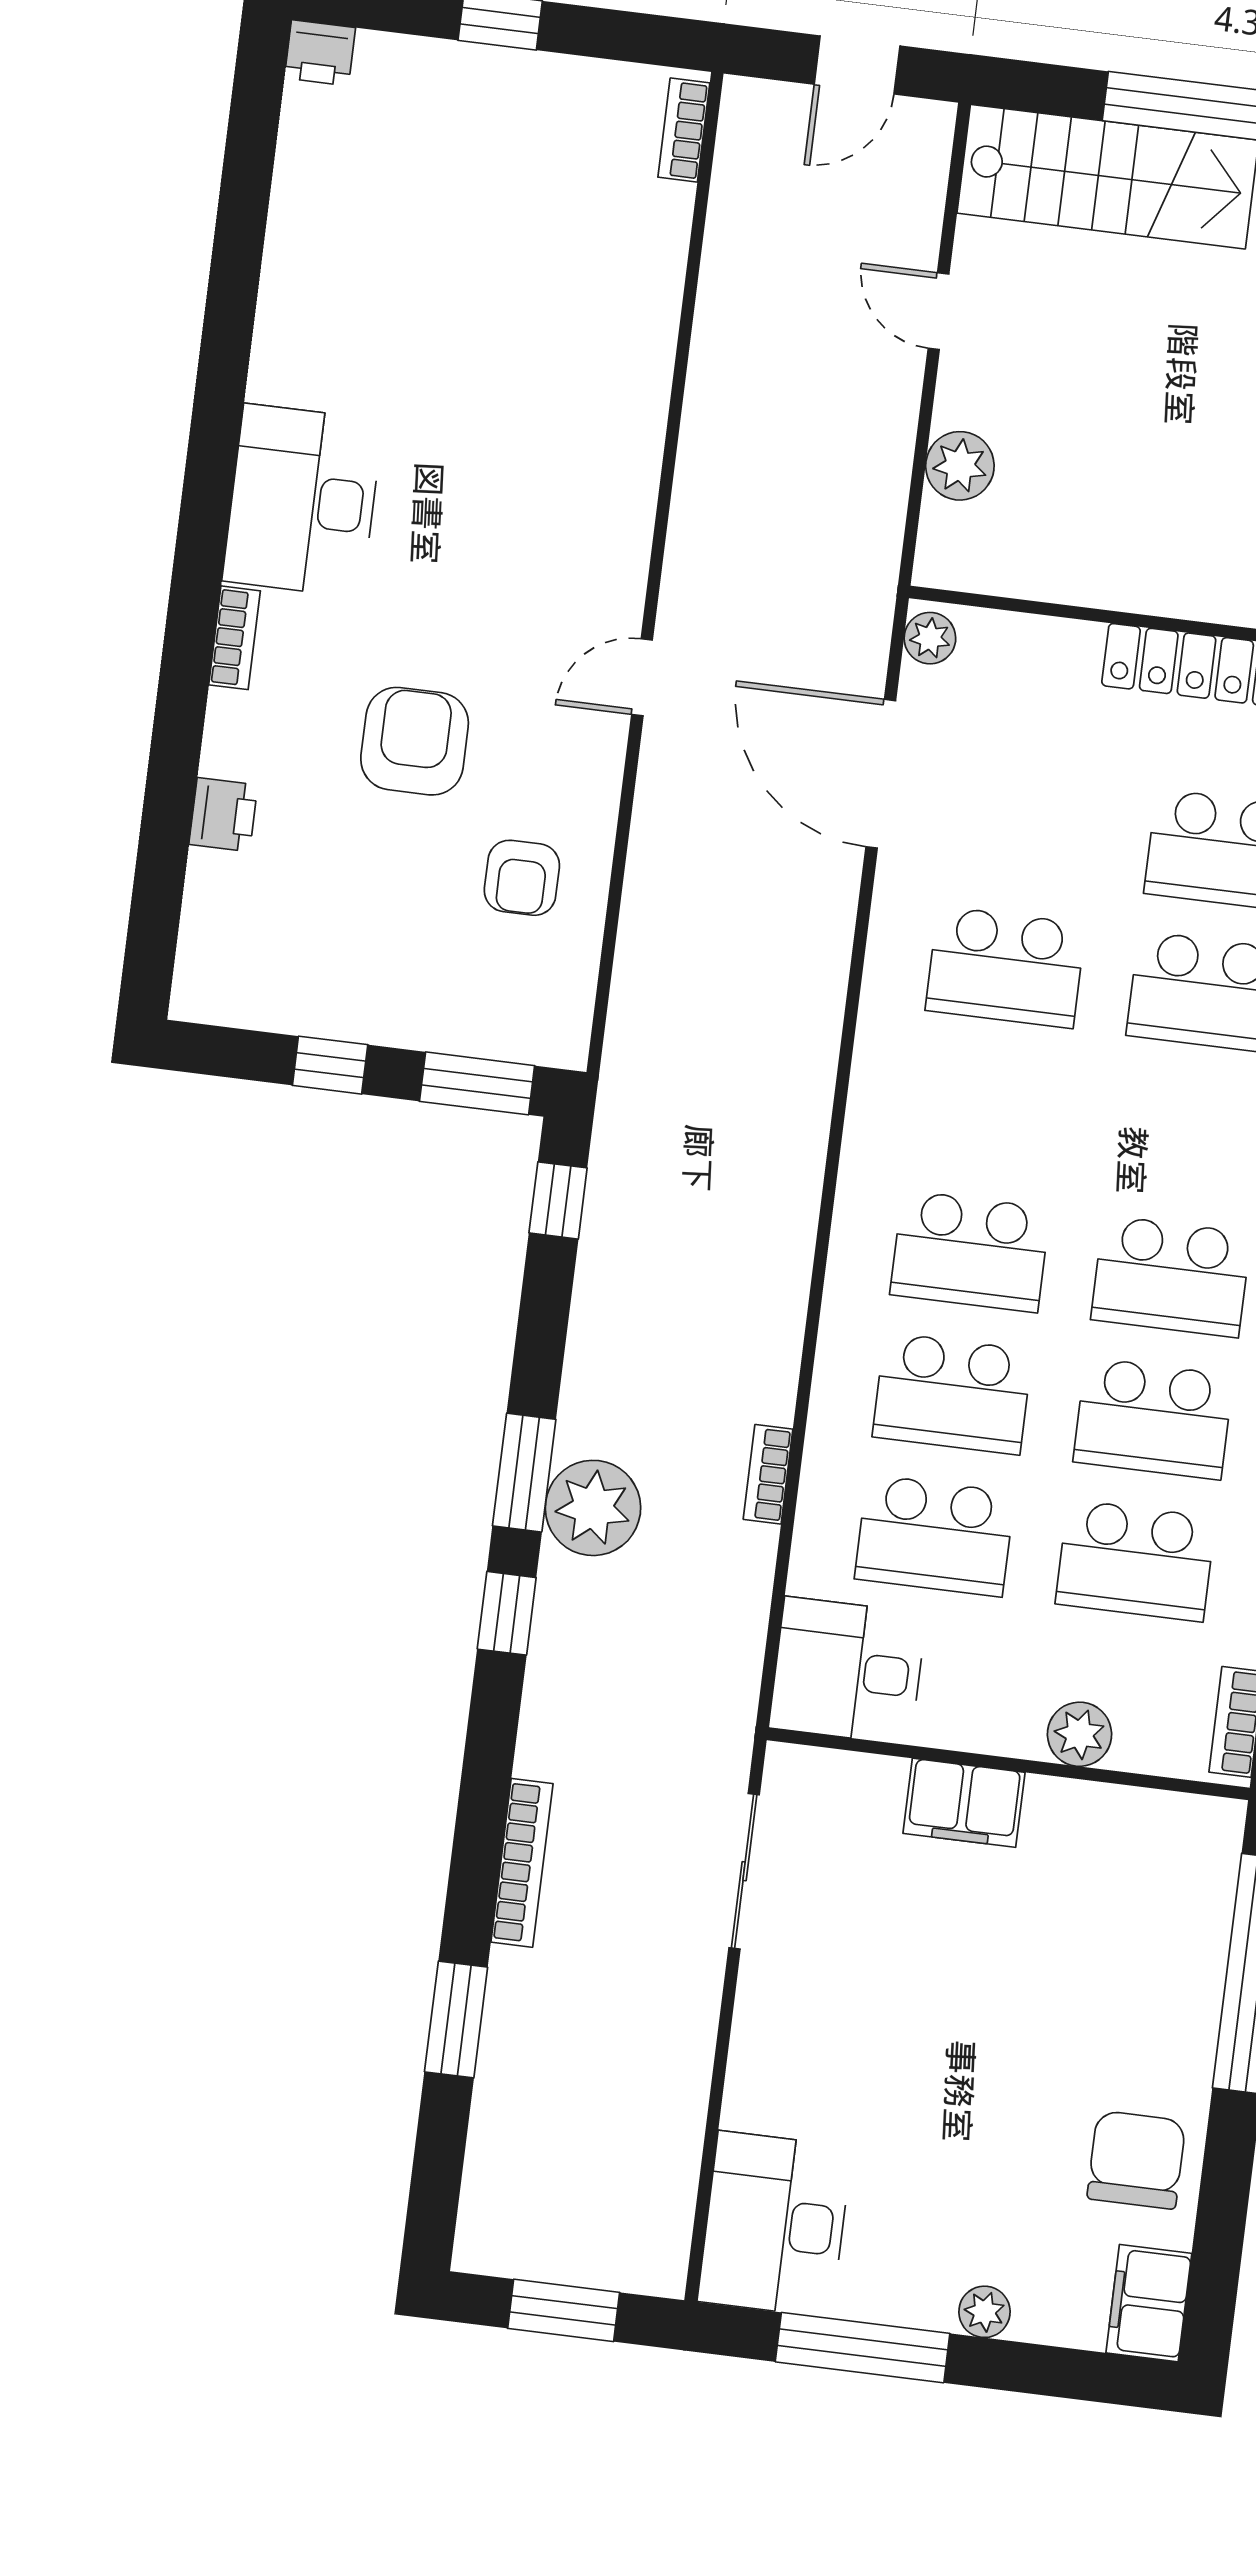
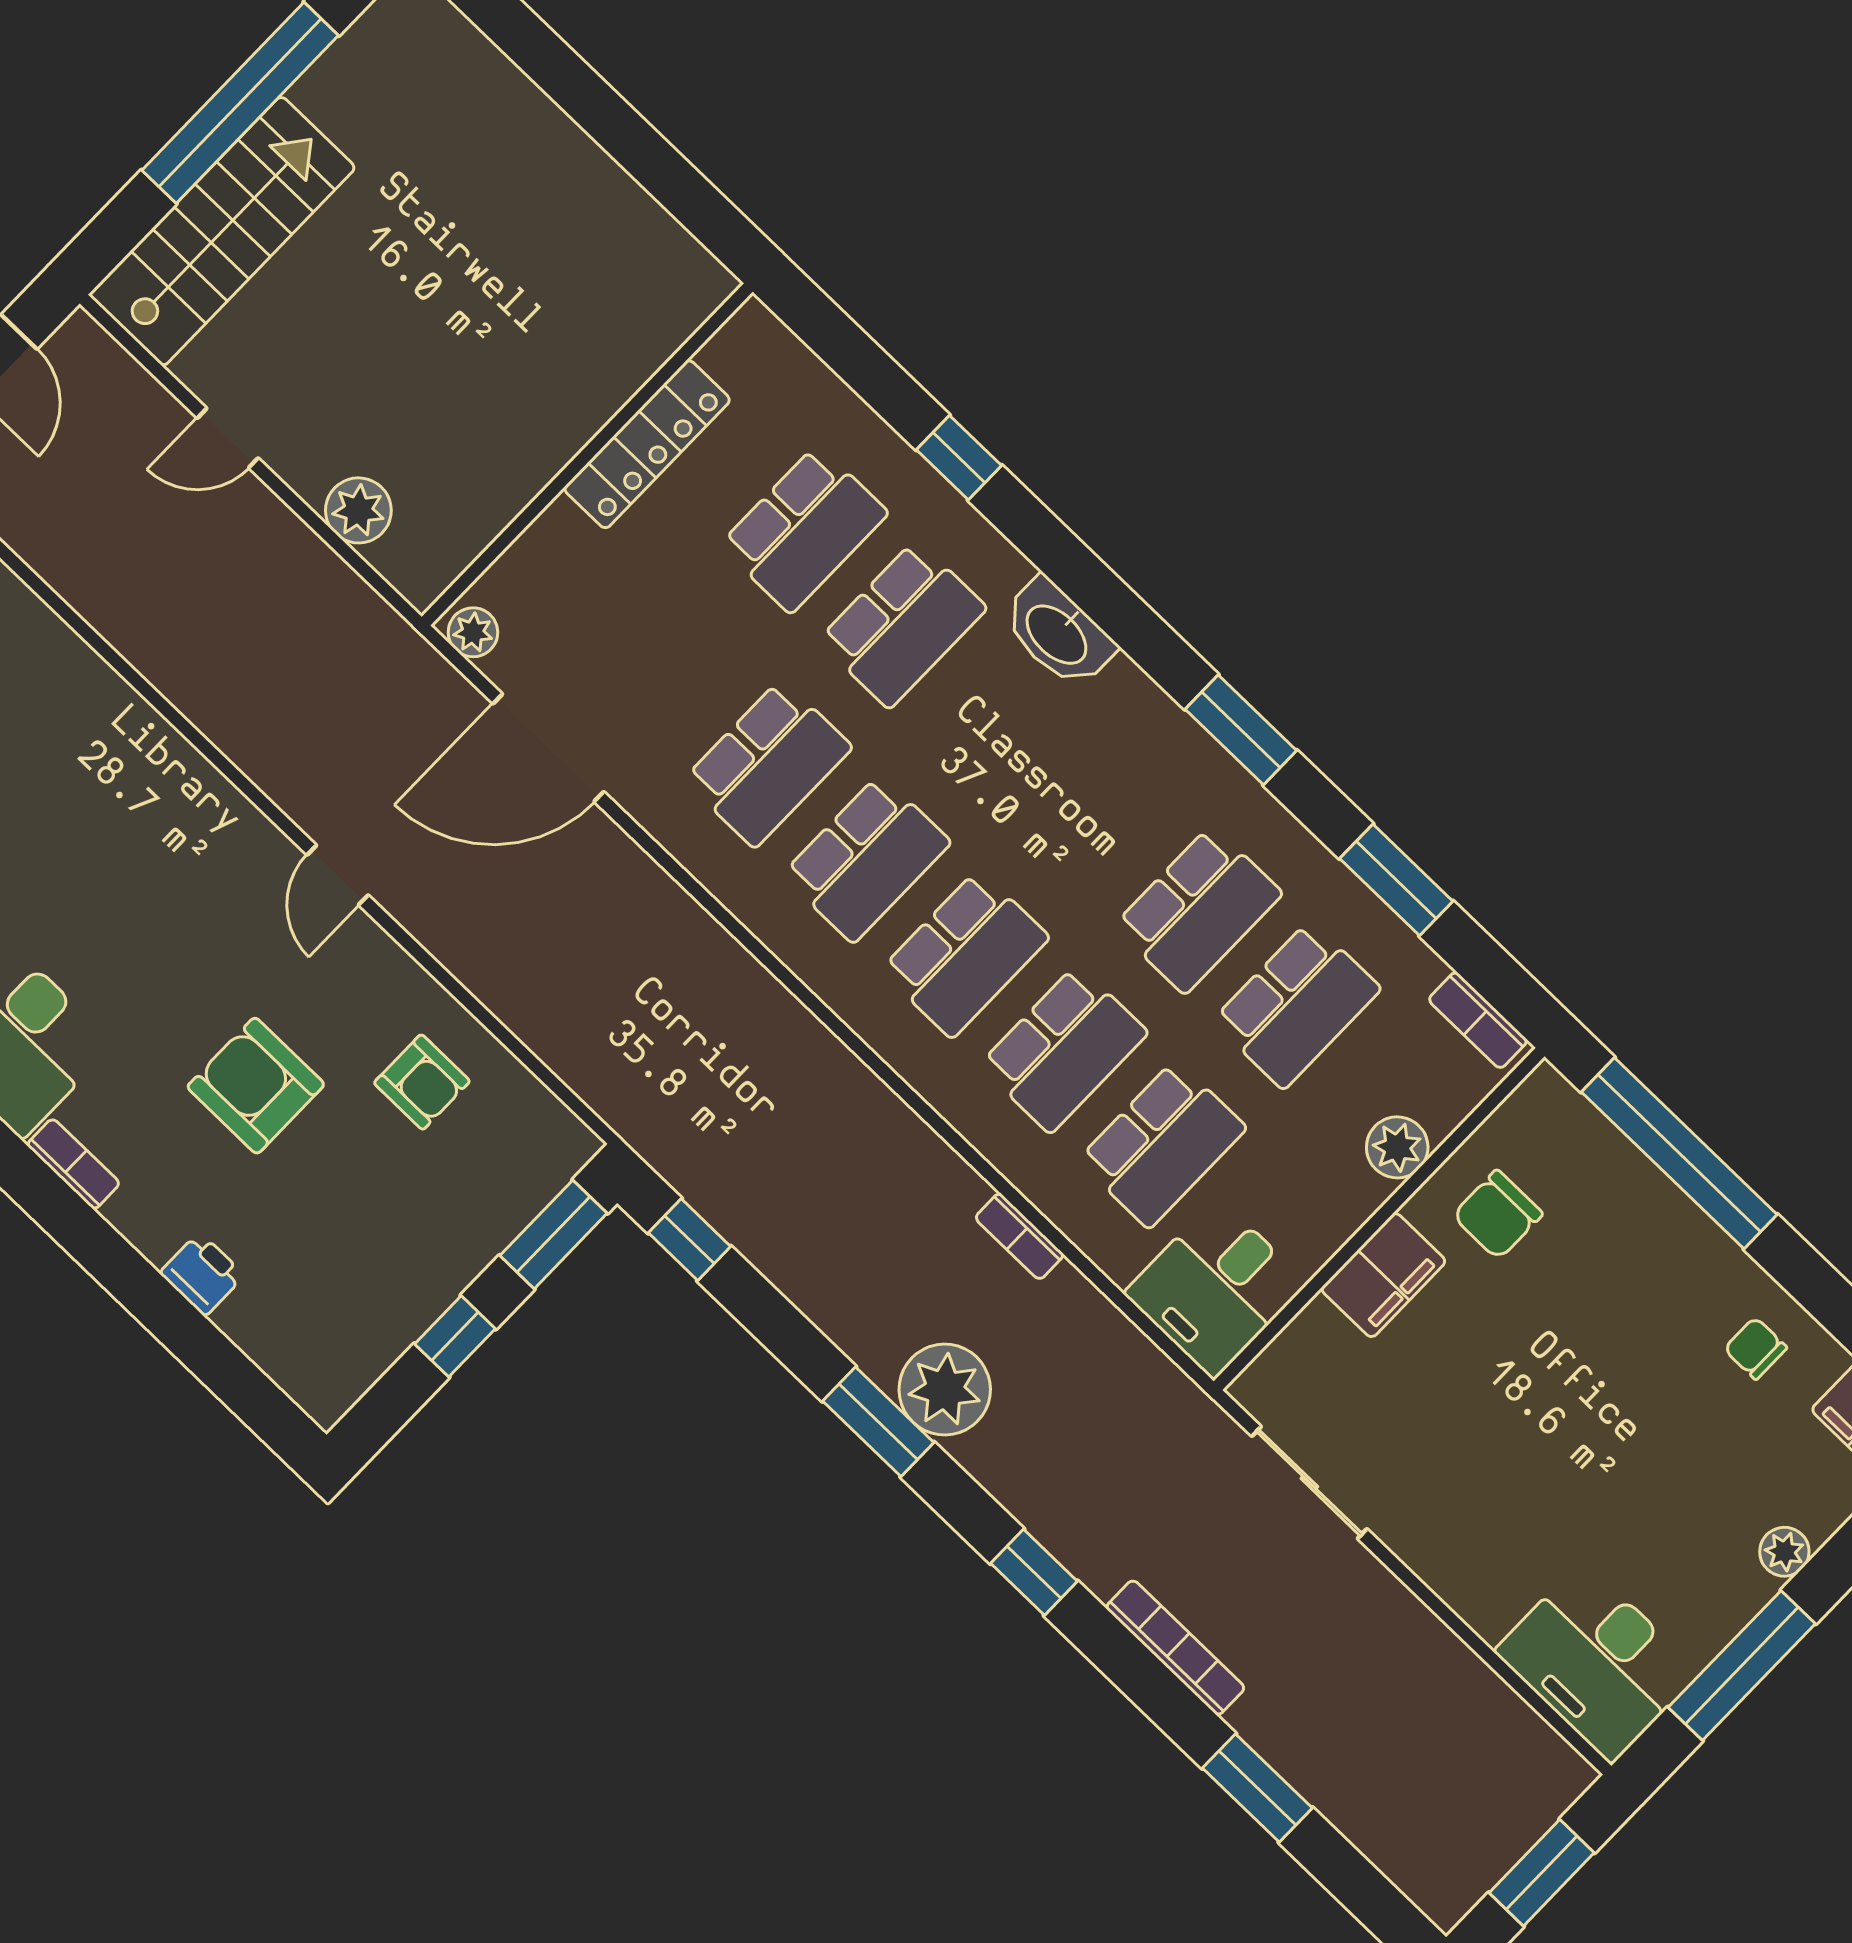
school desk: (1171, 1276) -> (867, 859), moved
window: (507, 1613) -> (1034, 1572), moved
chair: (1086, 1860) -> (1498, 1215), added
chair: (1136, 2160) -> (1755, 1348), width x0.54, depth x0.54

